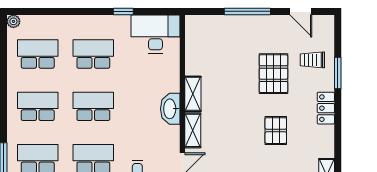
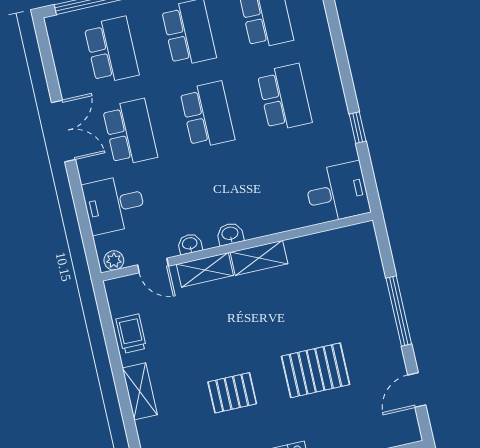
desk: (155, 34) -> (337, 192), width x0.73
trolley: (312, 60) -> (349, 423), removed
washbasin: (170, 109) -> (230, 234), width x0.52, depth x0.69
washbasin: (174, 136) -> (190, 244), added

